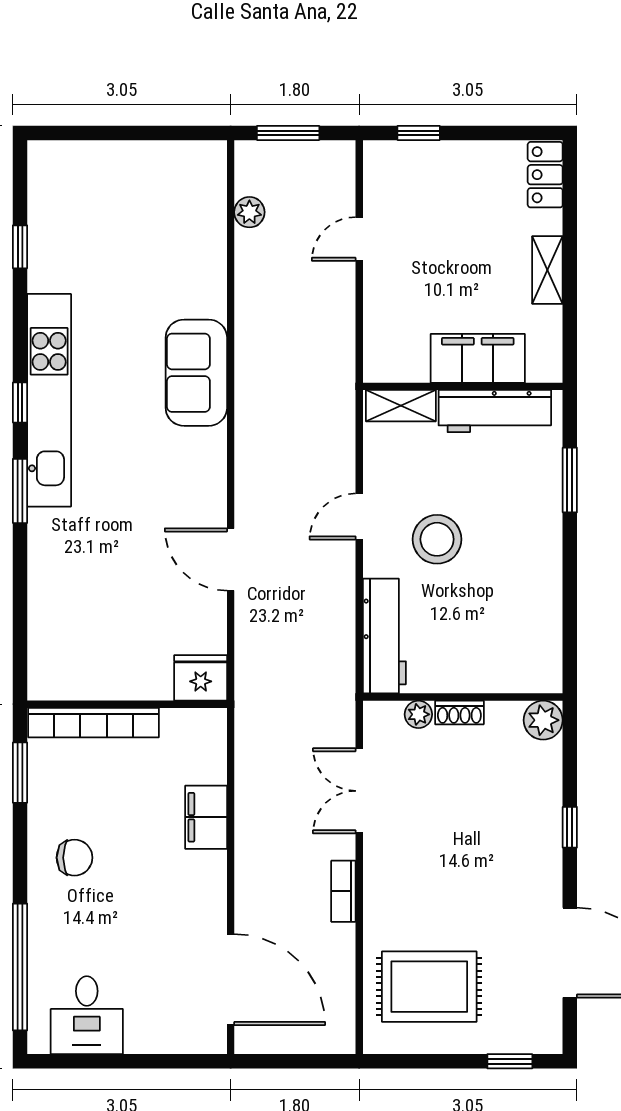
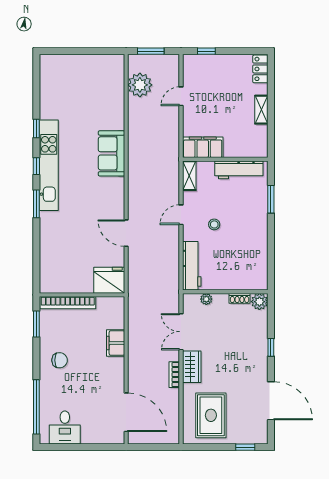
plant: (249, 212) -> (140, 85), width x1.87, depth x1.87
window: (20, 247) -> (36, 129), moved
filing cabinet: (478, 358) -> (203, 147), moved
shelving: (401, 406) -> (189, 176), moved, turned 90
stool: (437, 539) -> (214, 224), width x0.53, depth x0.53
fridge: (201, 678) -> (109, 280), width x1.36, depth x1.34
shoe rack: (459, 712) -> (240, 298), moved
wardrobe: (384, 873) -> (192, 367), added
rug: (429, 987) -> (211, 415), turned 90

